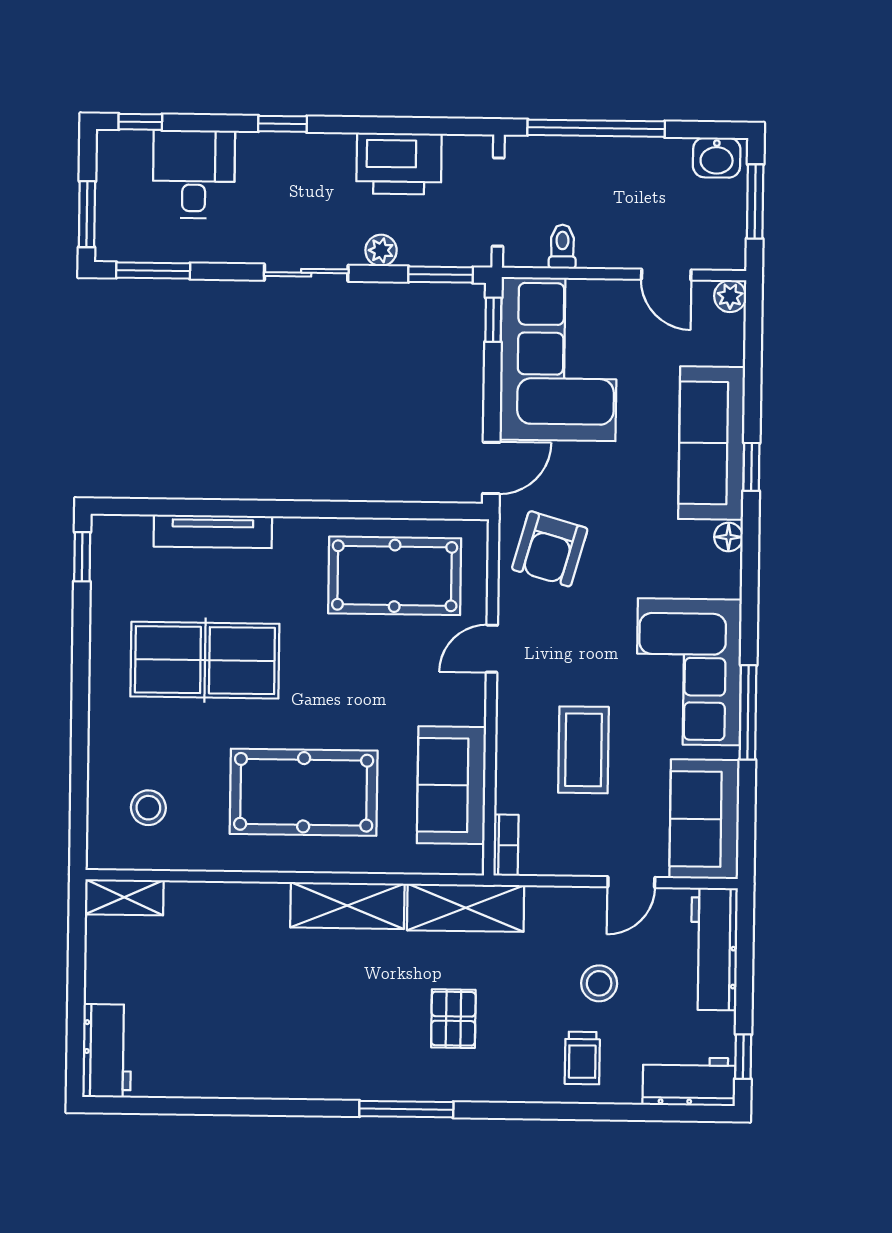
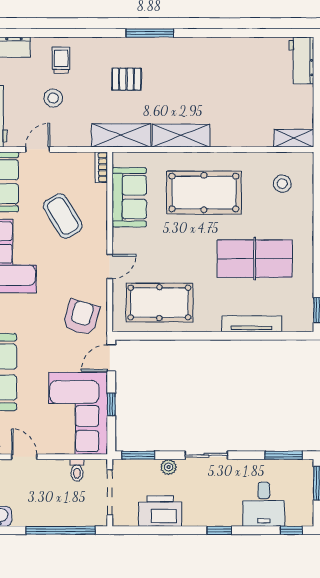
window: (493, 320) -> (111, 405), moved
coffee table: (584, 750) -> (63, 216), turned -31
pallet: (453, 1019) -> (127, 79), turned 90

